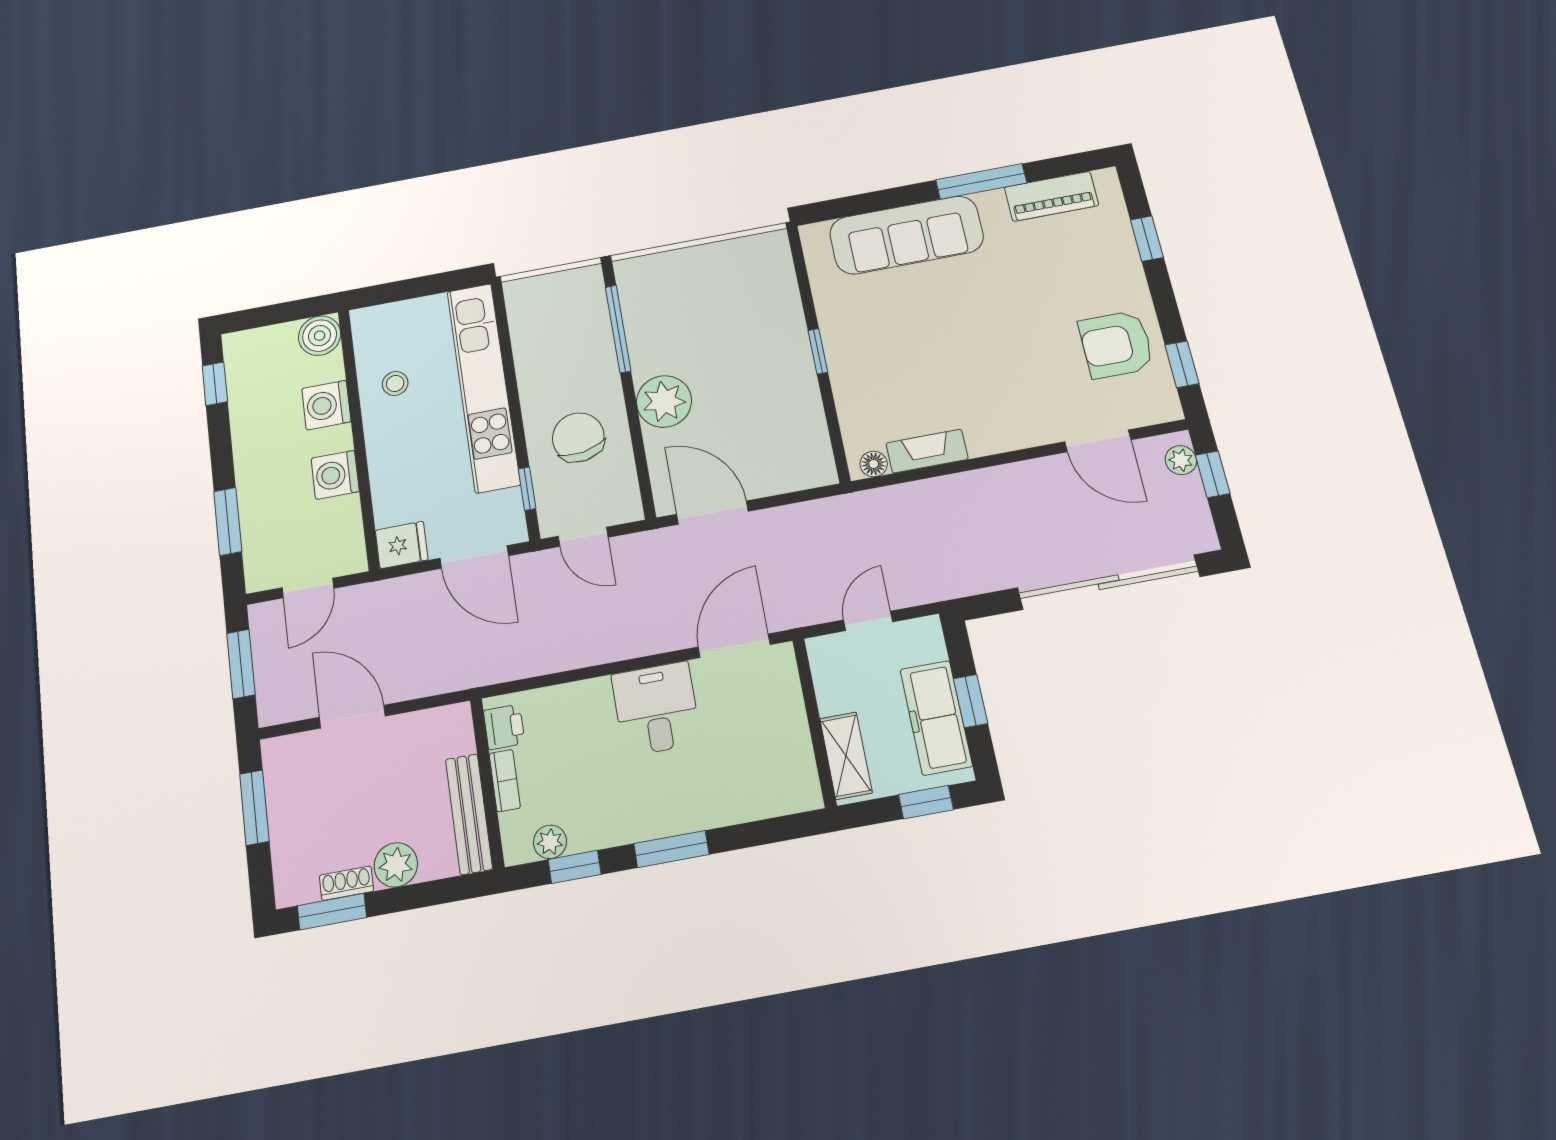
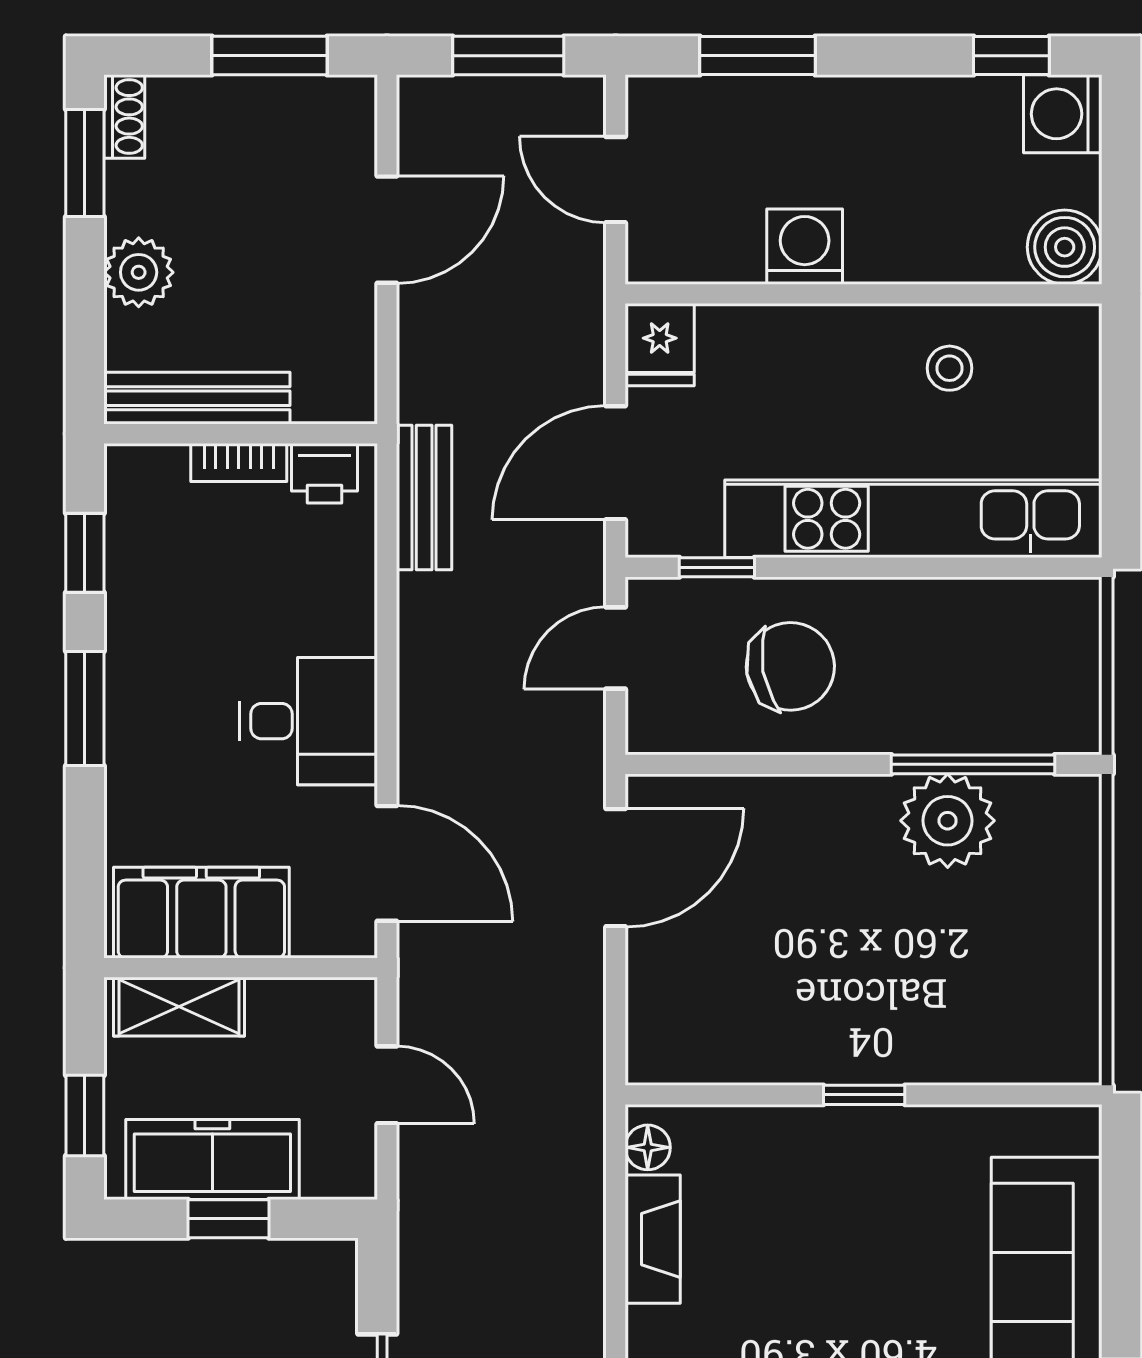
plant: (664, 401) -> (948, 821), moved
washing machine: (326, 405) -> (1063, 114), moved, turned -90
bench: (510, 665) -> (424, 497), added
filing cabinet: (785, 753) -> (201, 913), added
plant: (550, 842) -> (130, 520), removed
shoe rack: (346, 883) -> (124, 116), moved

